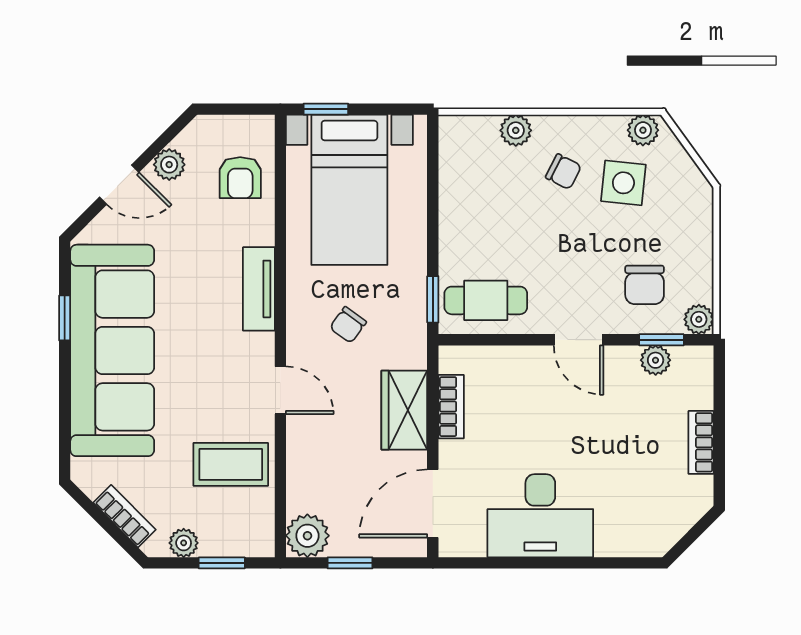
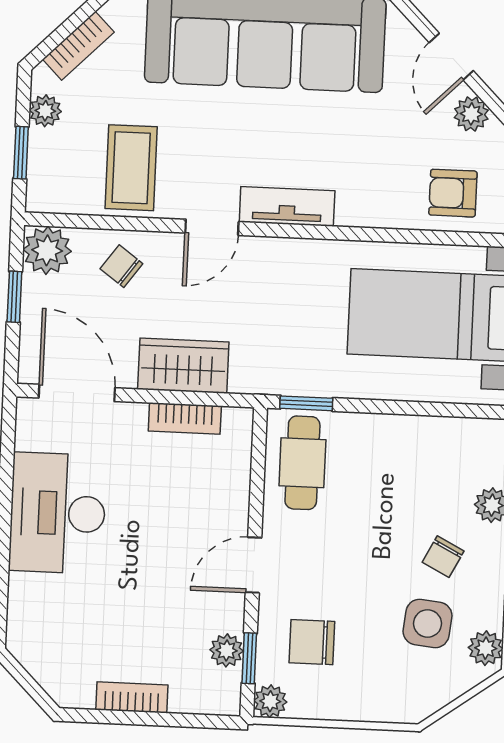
tv unit: (259, 289) -> (287, 206), moved
chair: (348, 325) -> (121, 266), moved

